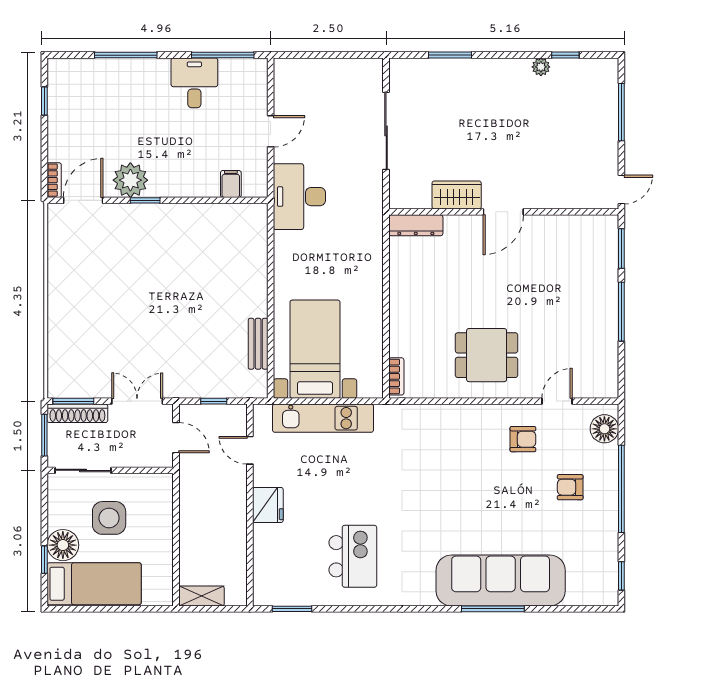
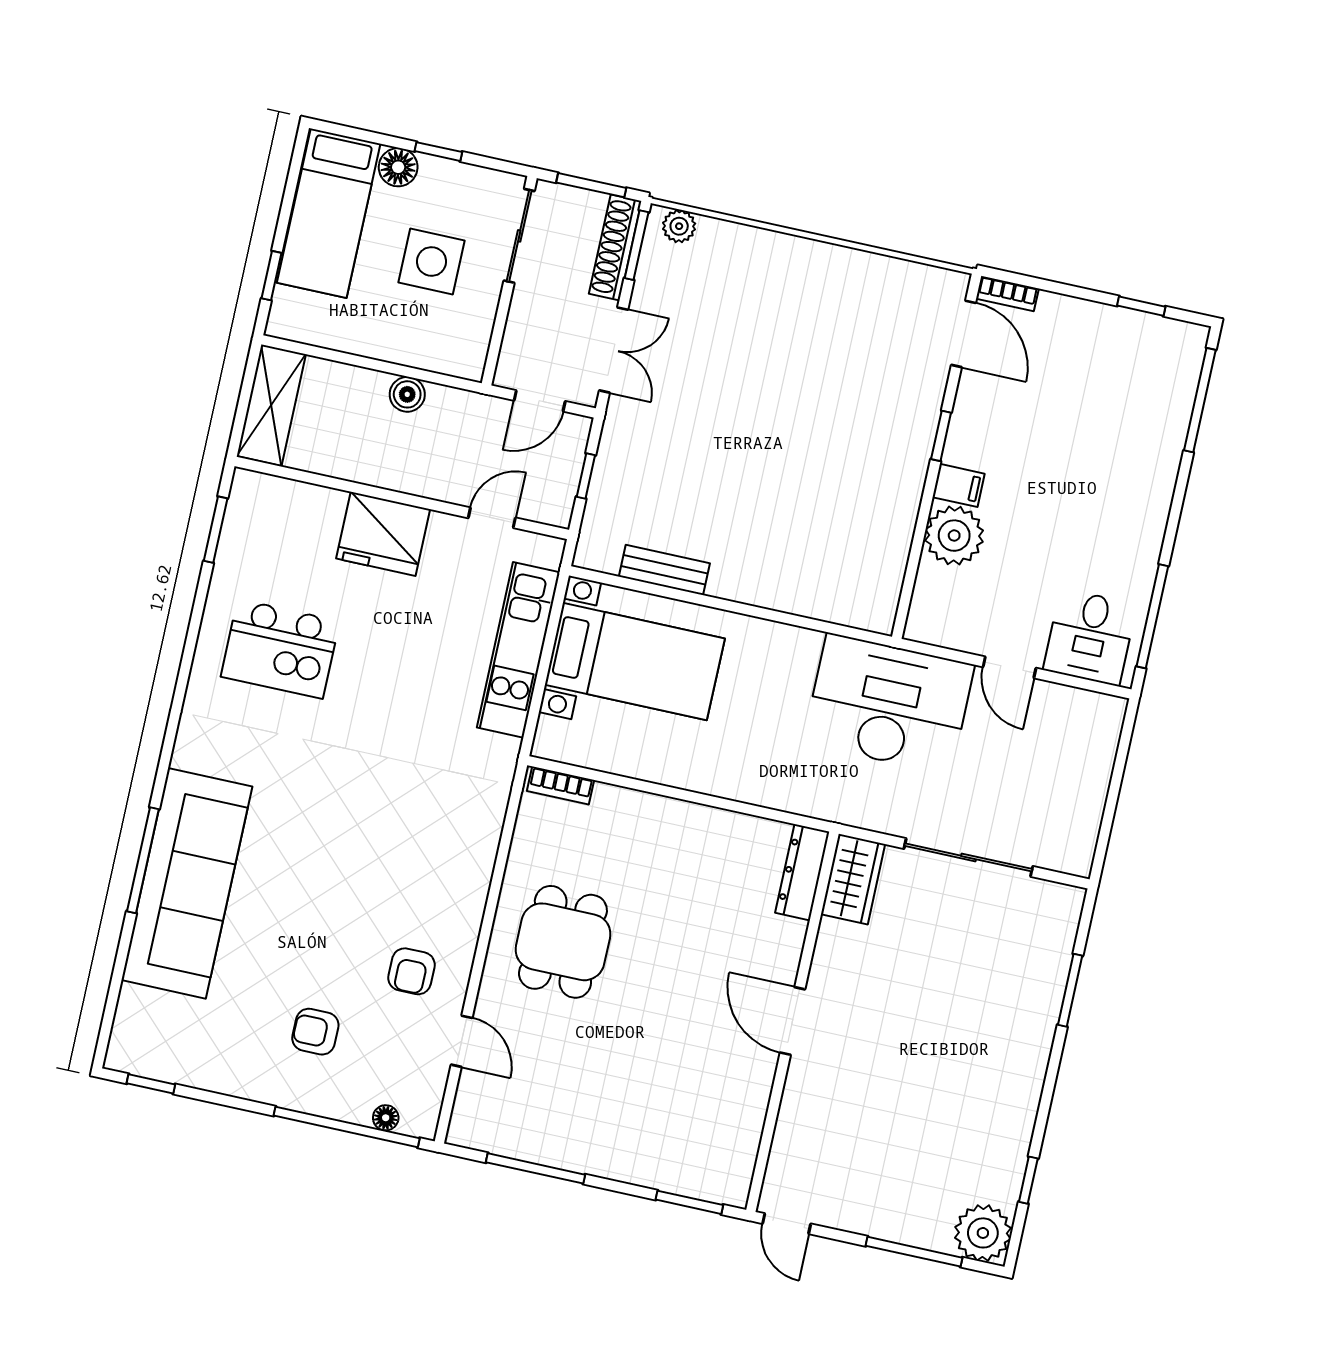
window: (126, 55) -> (1200, 400), moved
plant: (541, 67) -> (983, 1233), moved, width x1.87, depth x1.87
desk: (194, 83) -> (1090, 637), moved, turned 90
plant: (130, 180) -> (954, 536), moved
filing cabinet: (231, 184) -> (959, 485), moved
wardrobe: (457, 195) -> (853, 879), moved
desk: (299, 197) -> (889, 704), width x1.36, depth x1.30
window: (621, 312) -> (536, 1168), moved
plant: (57, 379) -> (679, 226), added
floor lamp: (604, 429) -> (386, 1118), width x0.53, depth x0.53
armchair: (570, 487) -> (315, 1032), turned -90
window: (621, 489) -> (347, 1127), moved
fridge: (268, 505) -> (383, 534), width x1.36, depth x1.34
boiler: (189, 515) -> (407, 394), added
floor lamp: (63, 545) -> (398, 167), width x0.73, depth x0.73
window: (44, 560) -> (438, 152), moved
shelving: (201, 596) -> (271, 405), width x1.50, depth x1.33
window: (138, 609) -> (271, 276), added

